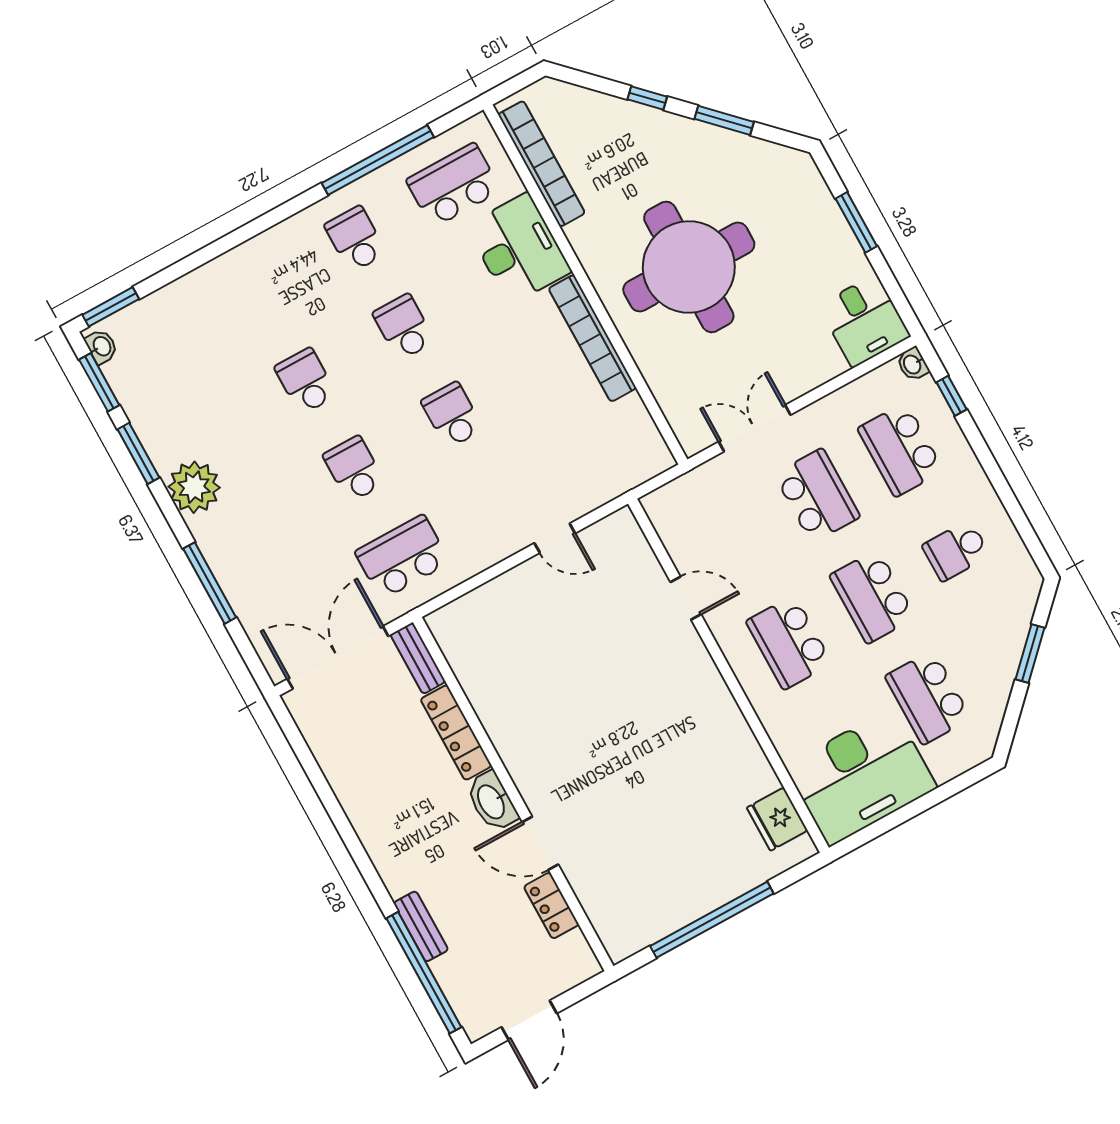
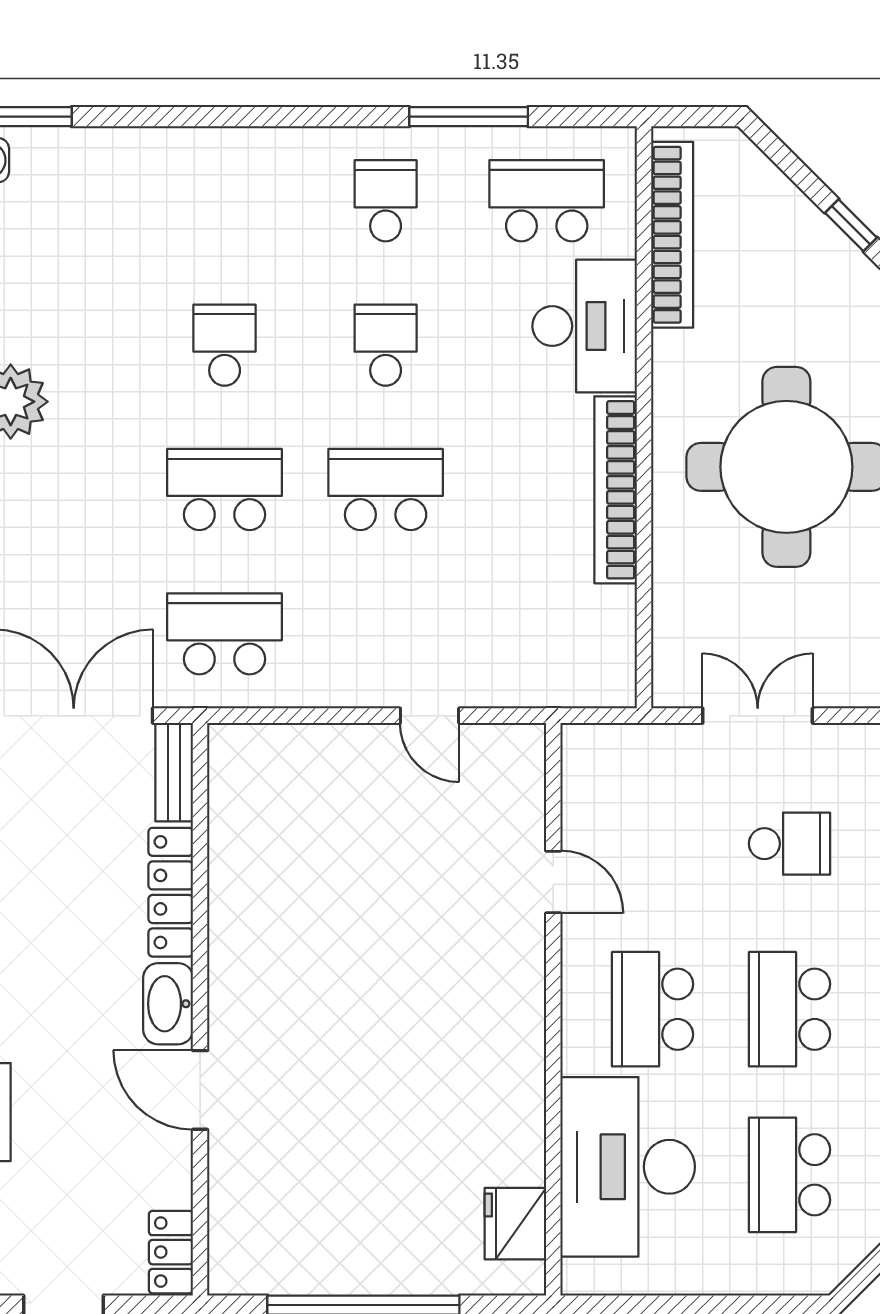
window: (378, 160) -> (469, 117), width x0.68
school desk: (452, 415) -> (386, 489), width x1.85
school desk: (354, 469) -> (225, 489), width x1.85
school desk: (817, 496) -> (790, 844), width x0.54
desk: (861, 777) -> (628, 1167), moved, turned 90
locker: (551, 906) -> (171, 1252), moved

